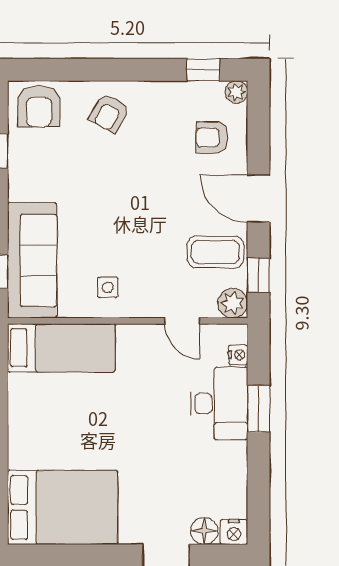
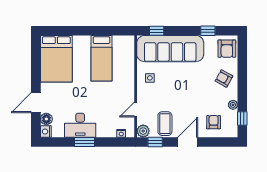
plant: (236, 92) -> (233, 105), moved
armchair: (39, 106) -> (227, 49), turned -90
sofa: (32, 260) -> (170, 49), width x1.36, depth x1.27
bed: (61, 348) -> (101, 58), moved
desk: (219, 403) -> (80, 125), moved
window: (259, 409) -> (85, 142), moved

